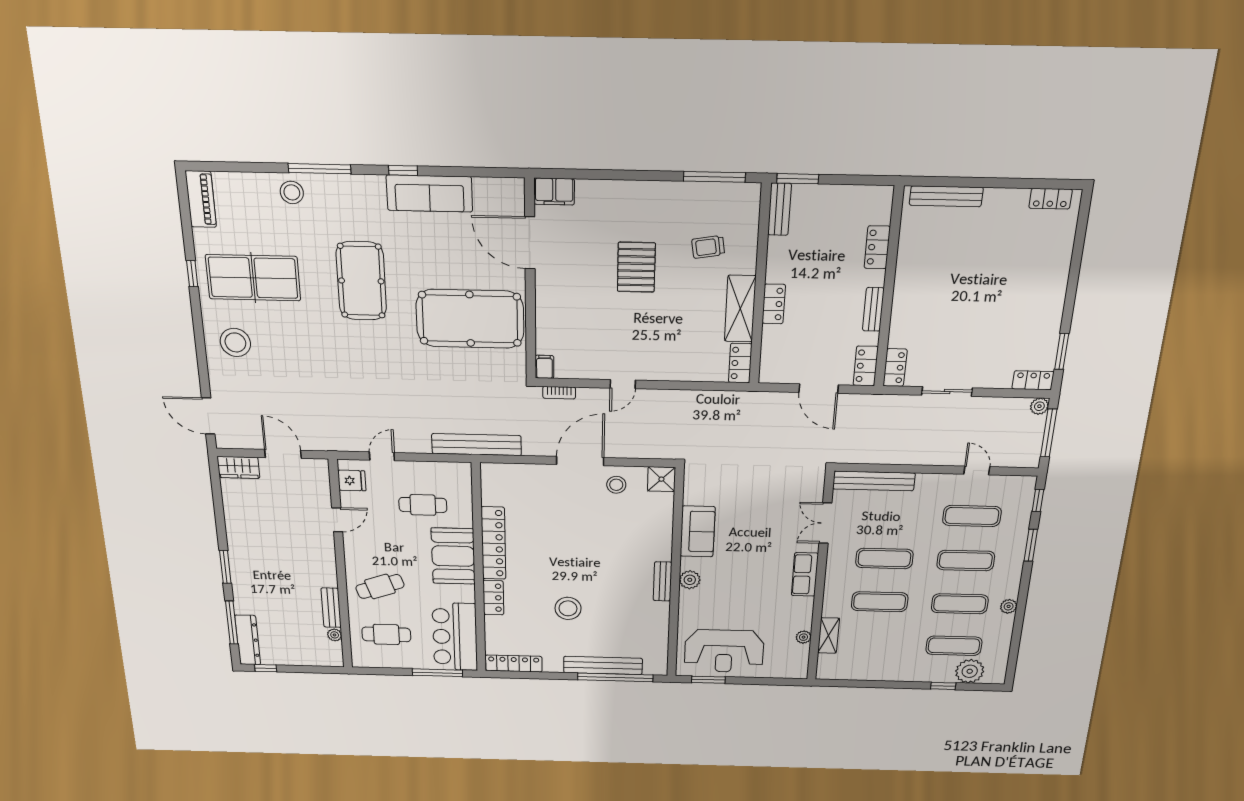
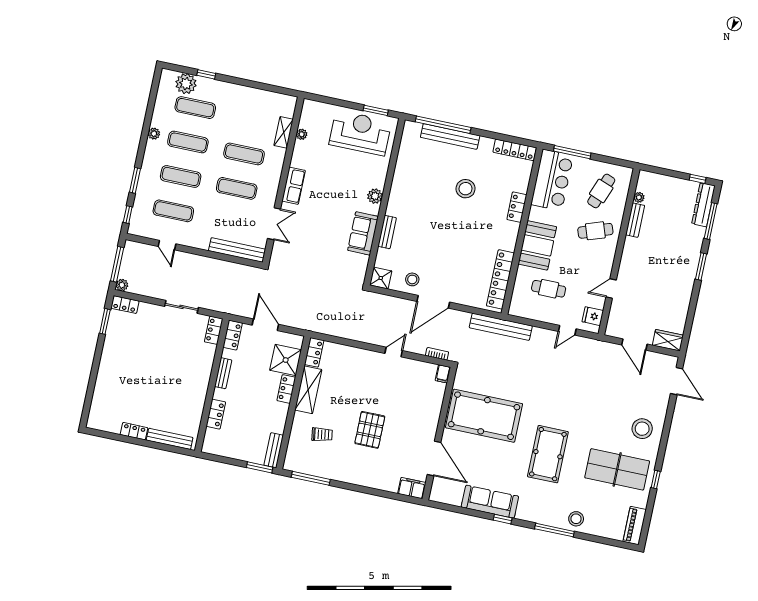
locker: (1051, 199) -> (134, 431), moved
shower: (781, 345) -> (286, 360), added
locker: (493, 543) -> (500, 279), moved
bench: (662, 581) -> (387, 232), moved
cafe table: (386, 634) -> (601, 191), turned -69

